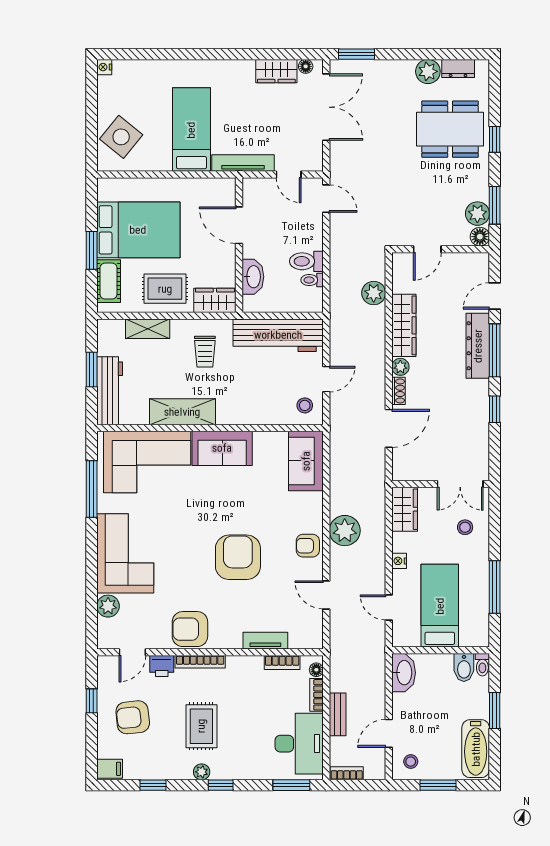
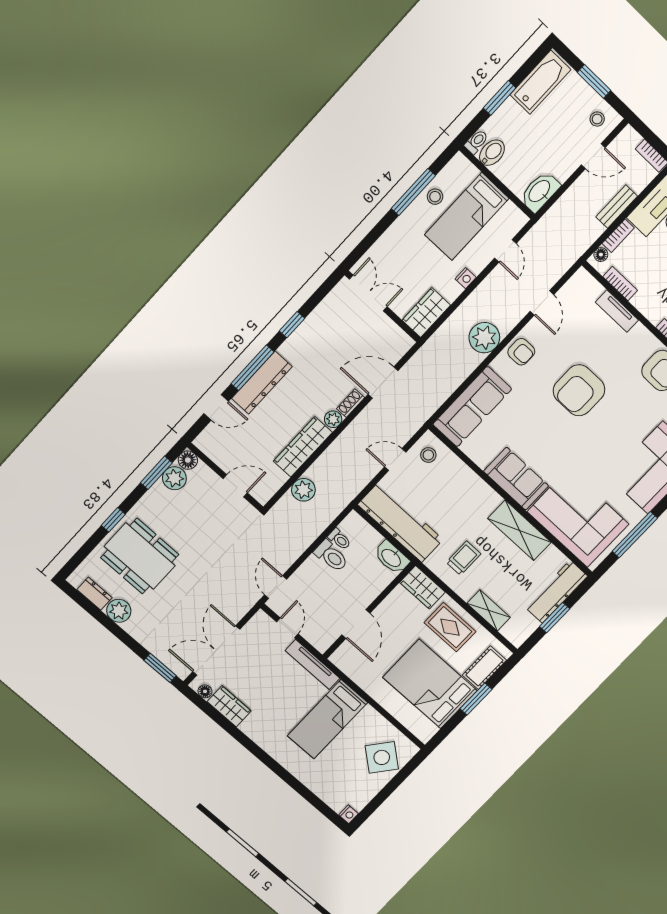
washbasin: (253, 277) -> (392, 557), moved, turned -90
sofa: (306, 461) -> (472, 407), width x1.36
stool: (465, 527) -> (435, 197), moved

